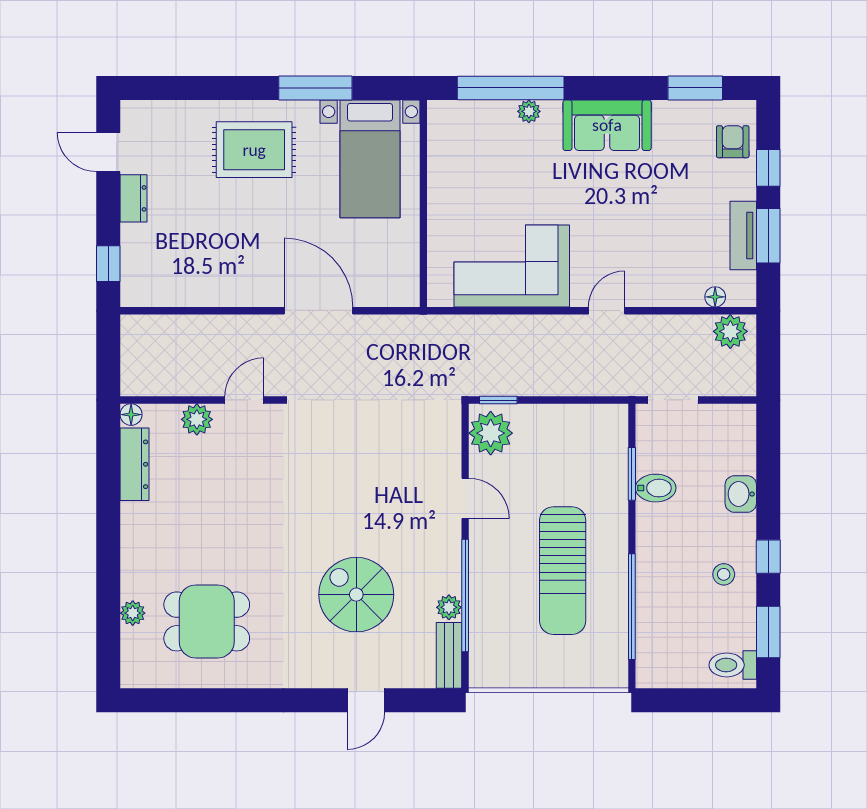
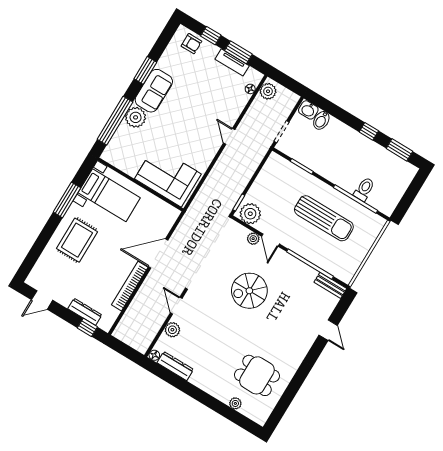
window: (695, 88) -> (145, 70), moved
plant: (529, 111) -> (136, 117), width x1.88, depth x1.88
armchair: (733, 142) -> (191, 44), turned 180
dresser: (134, 198) -> (85, 312), moved, width x1.44
corner sofa: (512, 266) -> (168, 176), moved, turned 90
bookcase: (229, 295) -> (130, 286), added
bidet: (656, 488) -> (321, 120), moved, turned 180
washbasin: (741, 494) -> (308, 110), moved
door: (465, 498) -> (271, 240), swing flipped
stool: (724, 574) -> (365, 154), removed
spiral stairs: (356, 595) -> (249, 291), moved
plant: (449, 607) -> (253, 239), moved
dining table: (207, 621) -> (257, 375), turned 90
toilet: (733, 665) -> (364, 189), moved, turned 180

